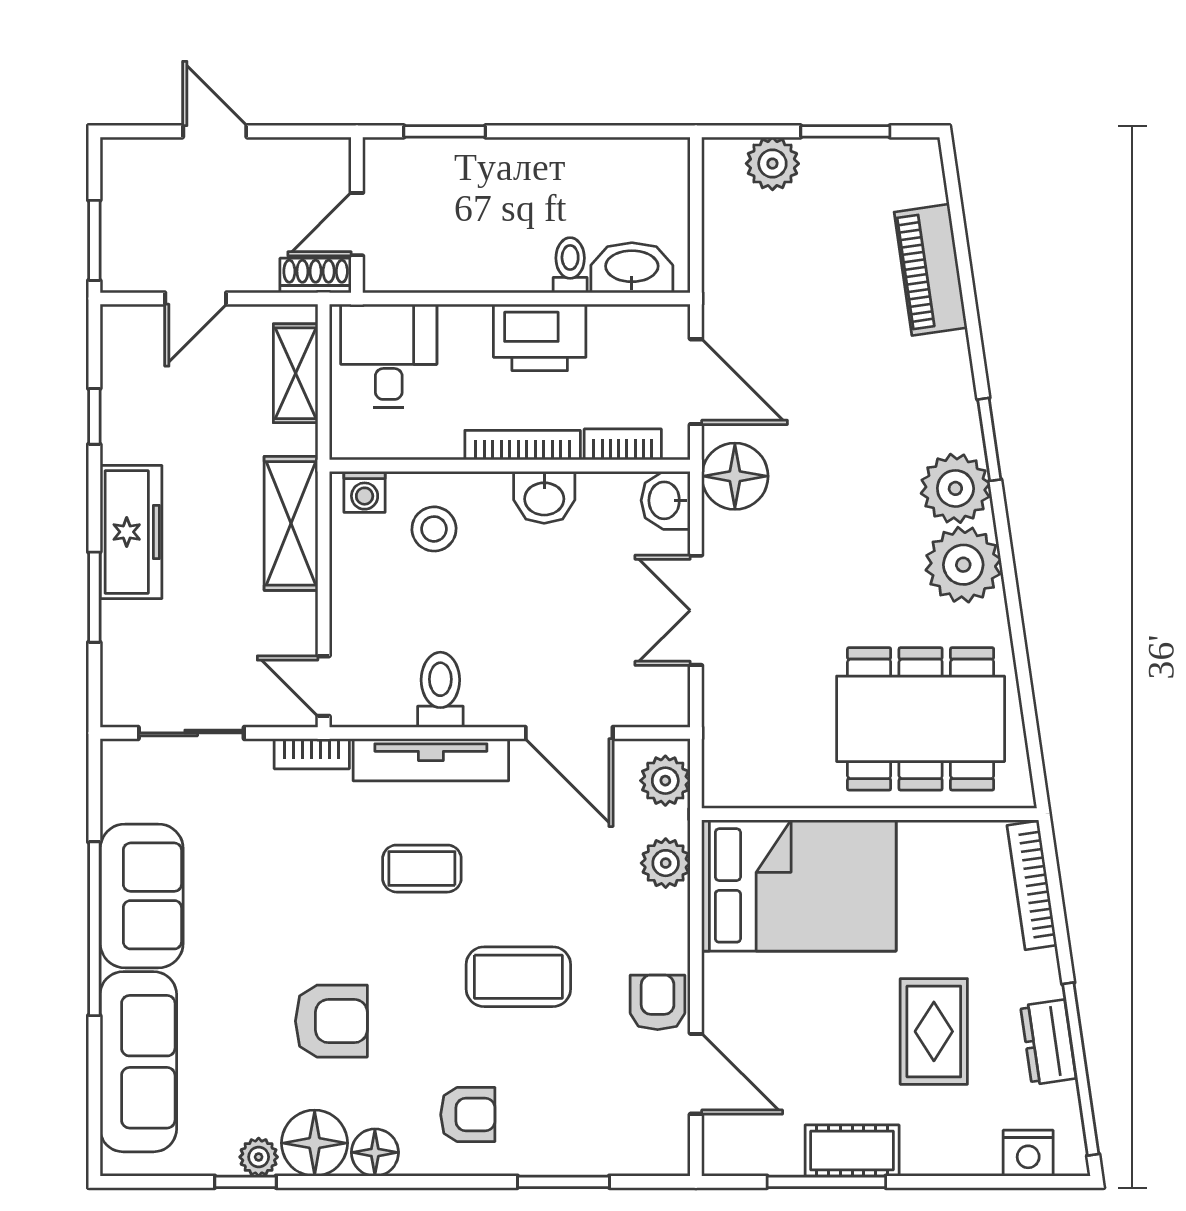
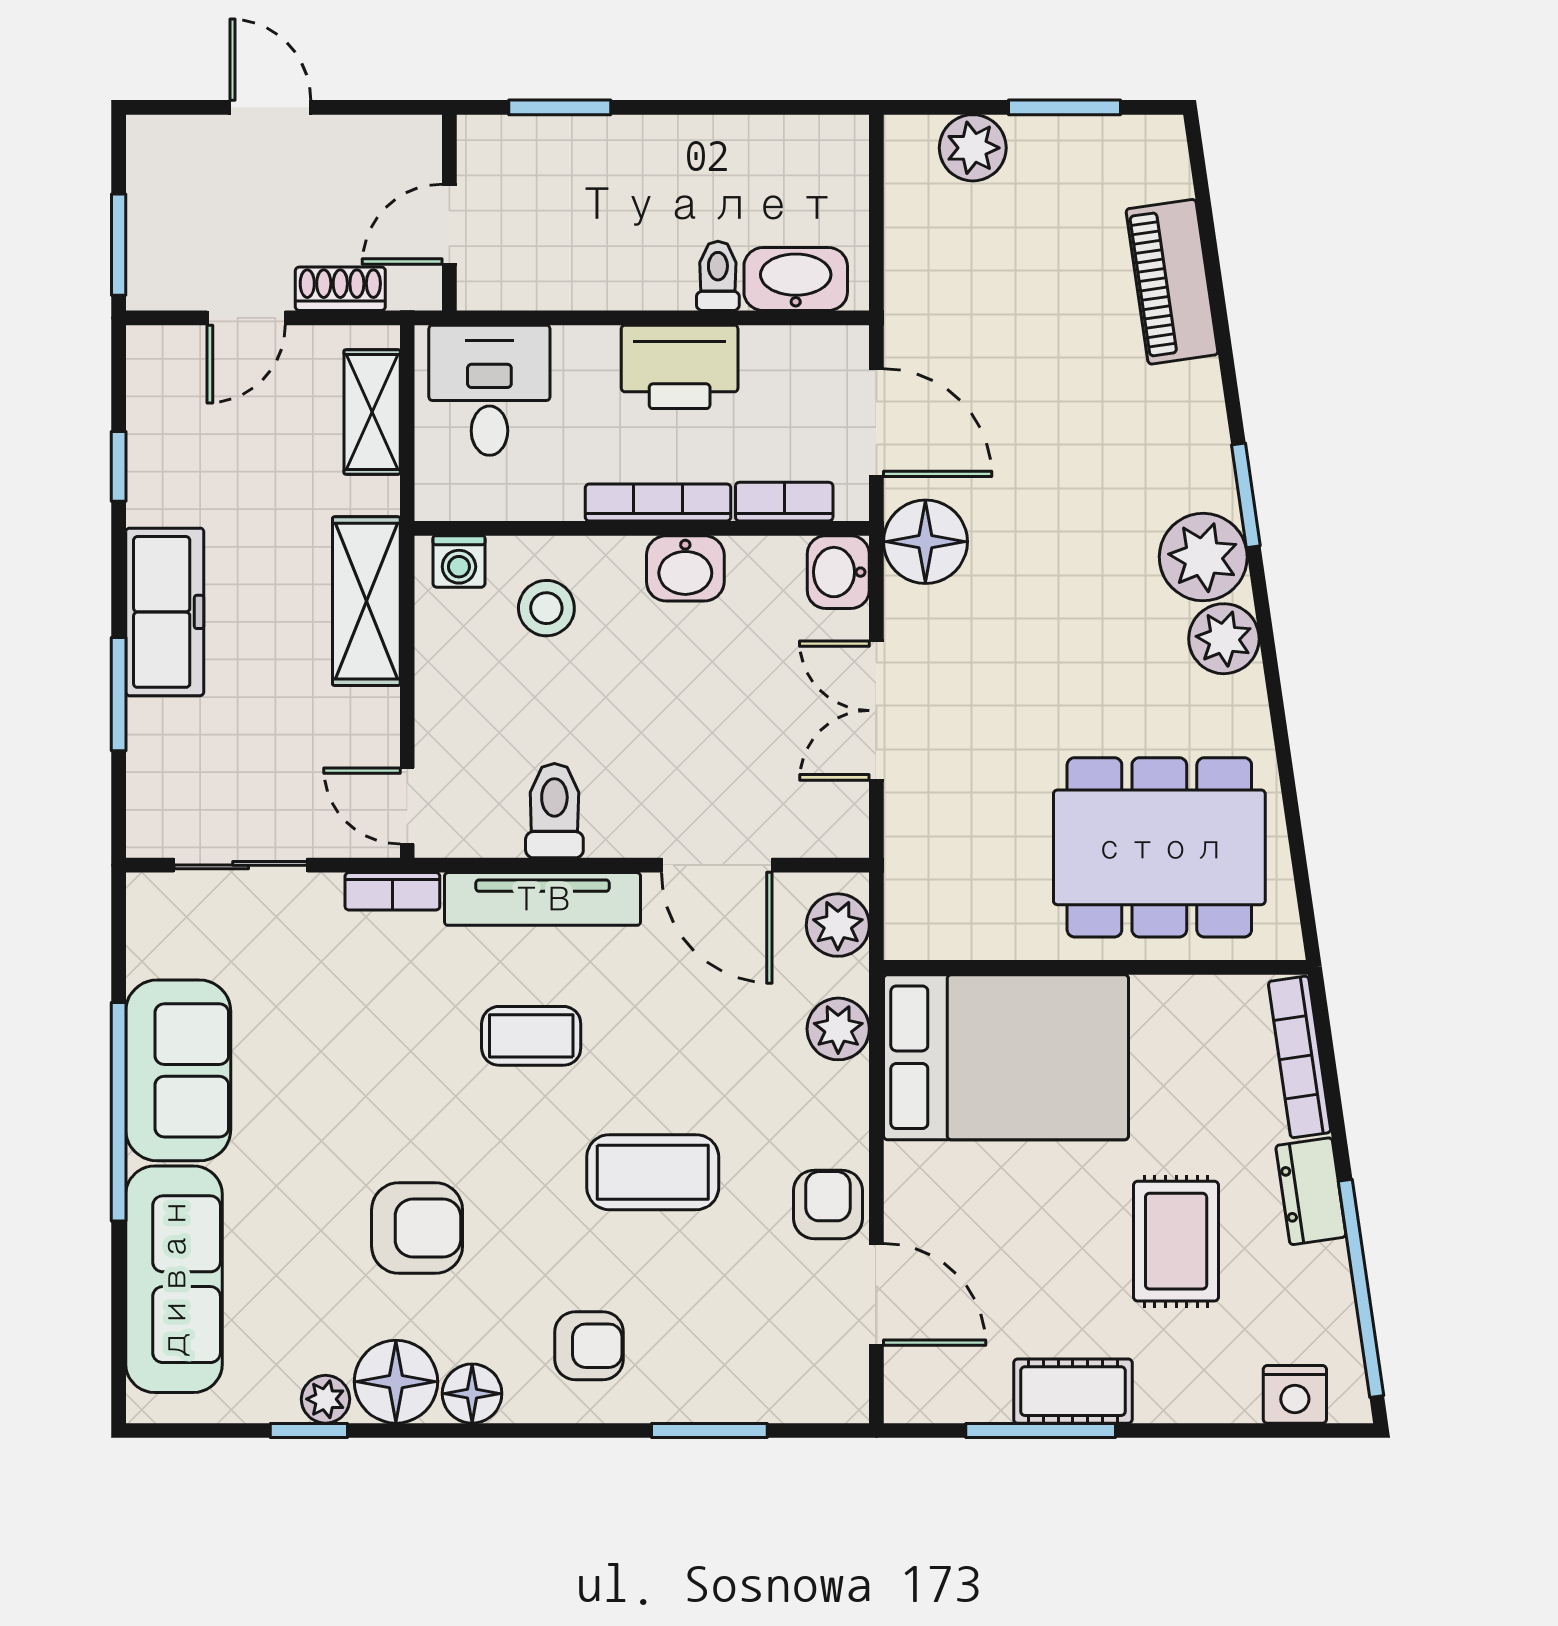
shoe rack: (316, 275) -> (340, 289), moved
plant: (963, 565) -> (1224, 639), width x0.73, depth x0.73
dresser: (1048, 1042) -> (1311, 1191), moved

